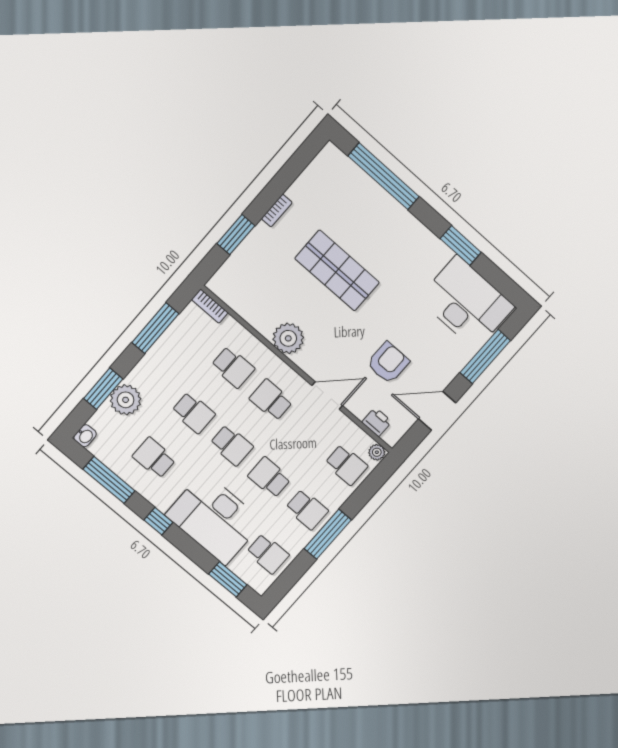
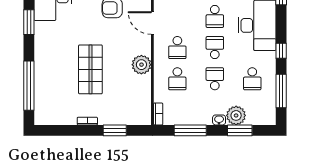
school desk: (233, 367) -> (177, 79), turned 180
washbasin: (85, 436) -> (219, 120), moved

